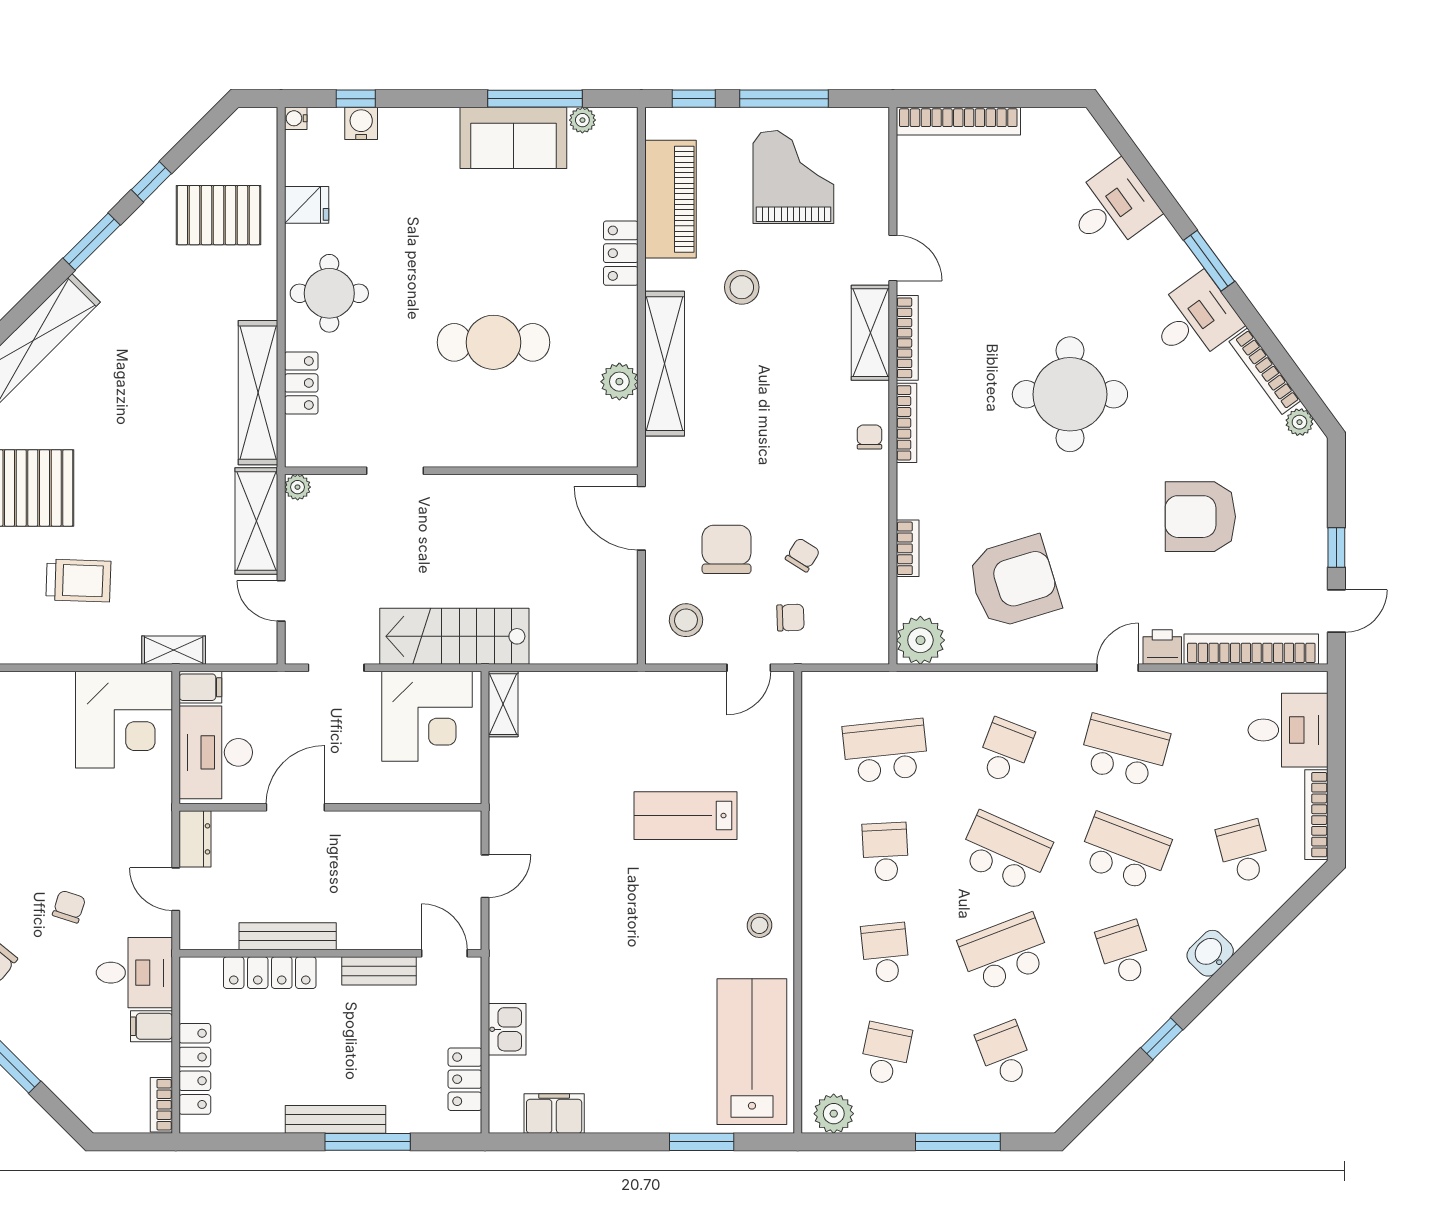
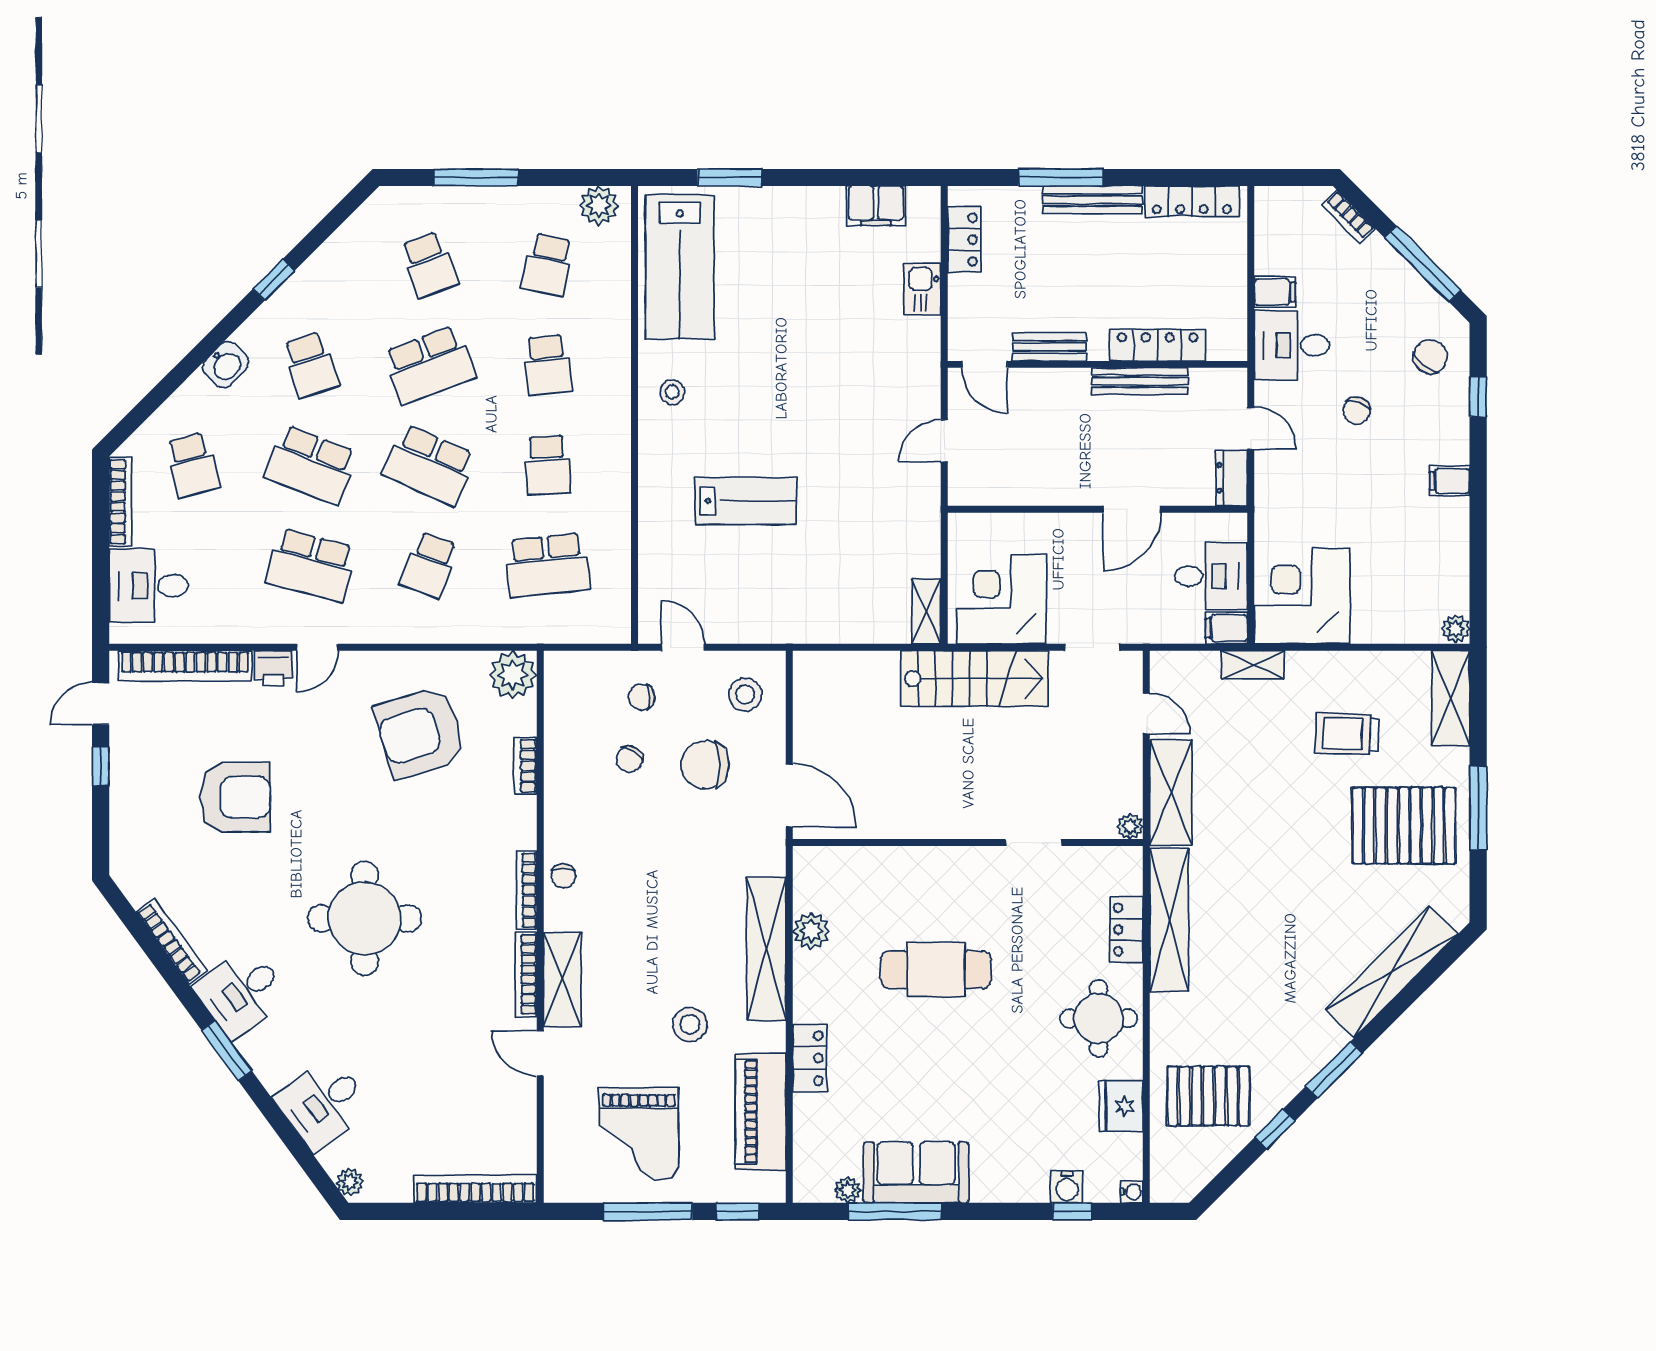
fridge: (307, 205) -> (1121, 1106), width x1.38
plant: (1299, 422) -> (350, 1182), moved
chair: (727, 549) -> (705, 765), turned 90
door: (749, 668) -> (683, 647), hinge flipped
desk: (216, 752) -> (1211, 576), width x0.73
locker: (195, 1069) -> (1192, 201), moved, turned -90
bookcase: (161, 1105) -> (1348, 217), moved, turned 135

